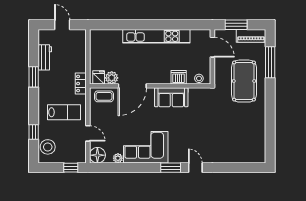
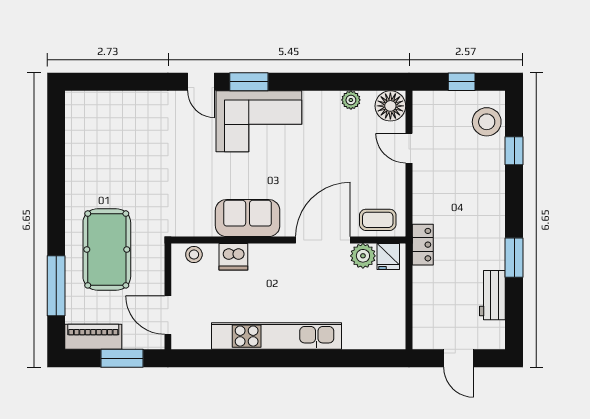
lab bench: (64, 112) -> (455, 189), removed
corner sofa: (146, 147) -> (259, 121), moved
window: (71, 168) -> (462, 82), moved

